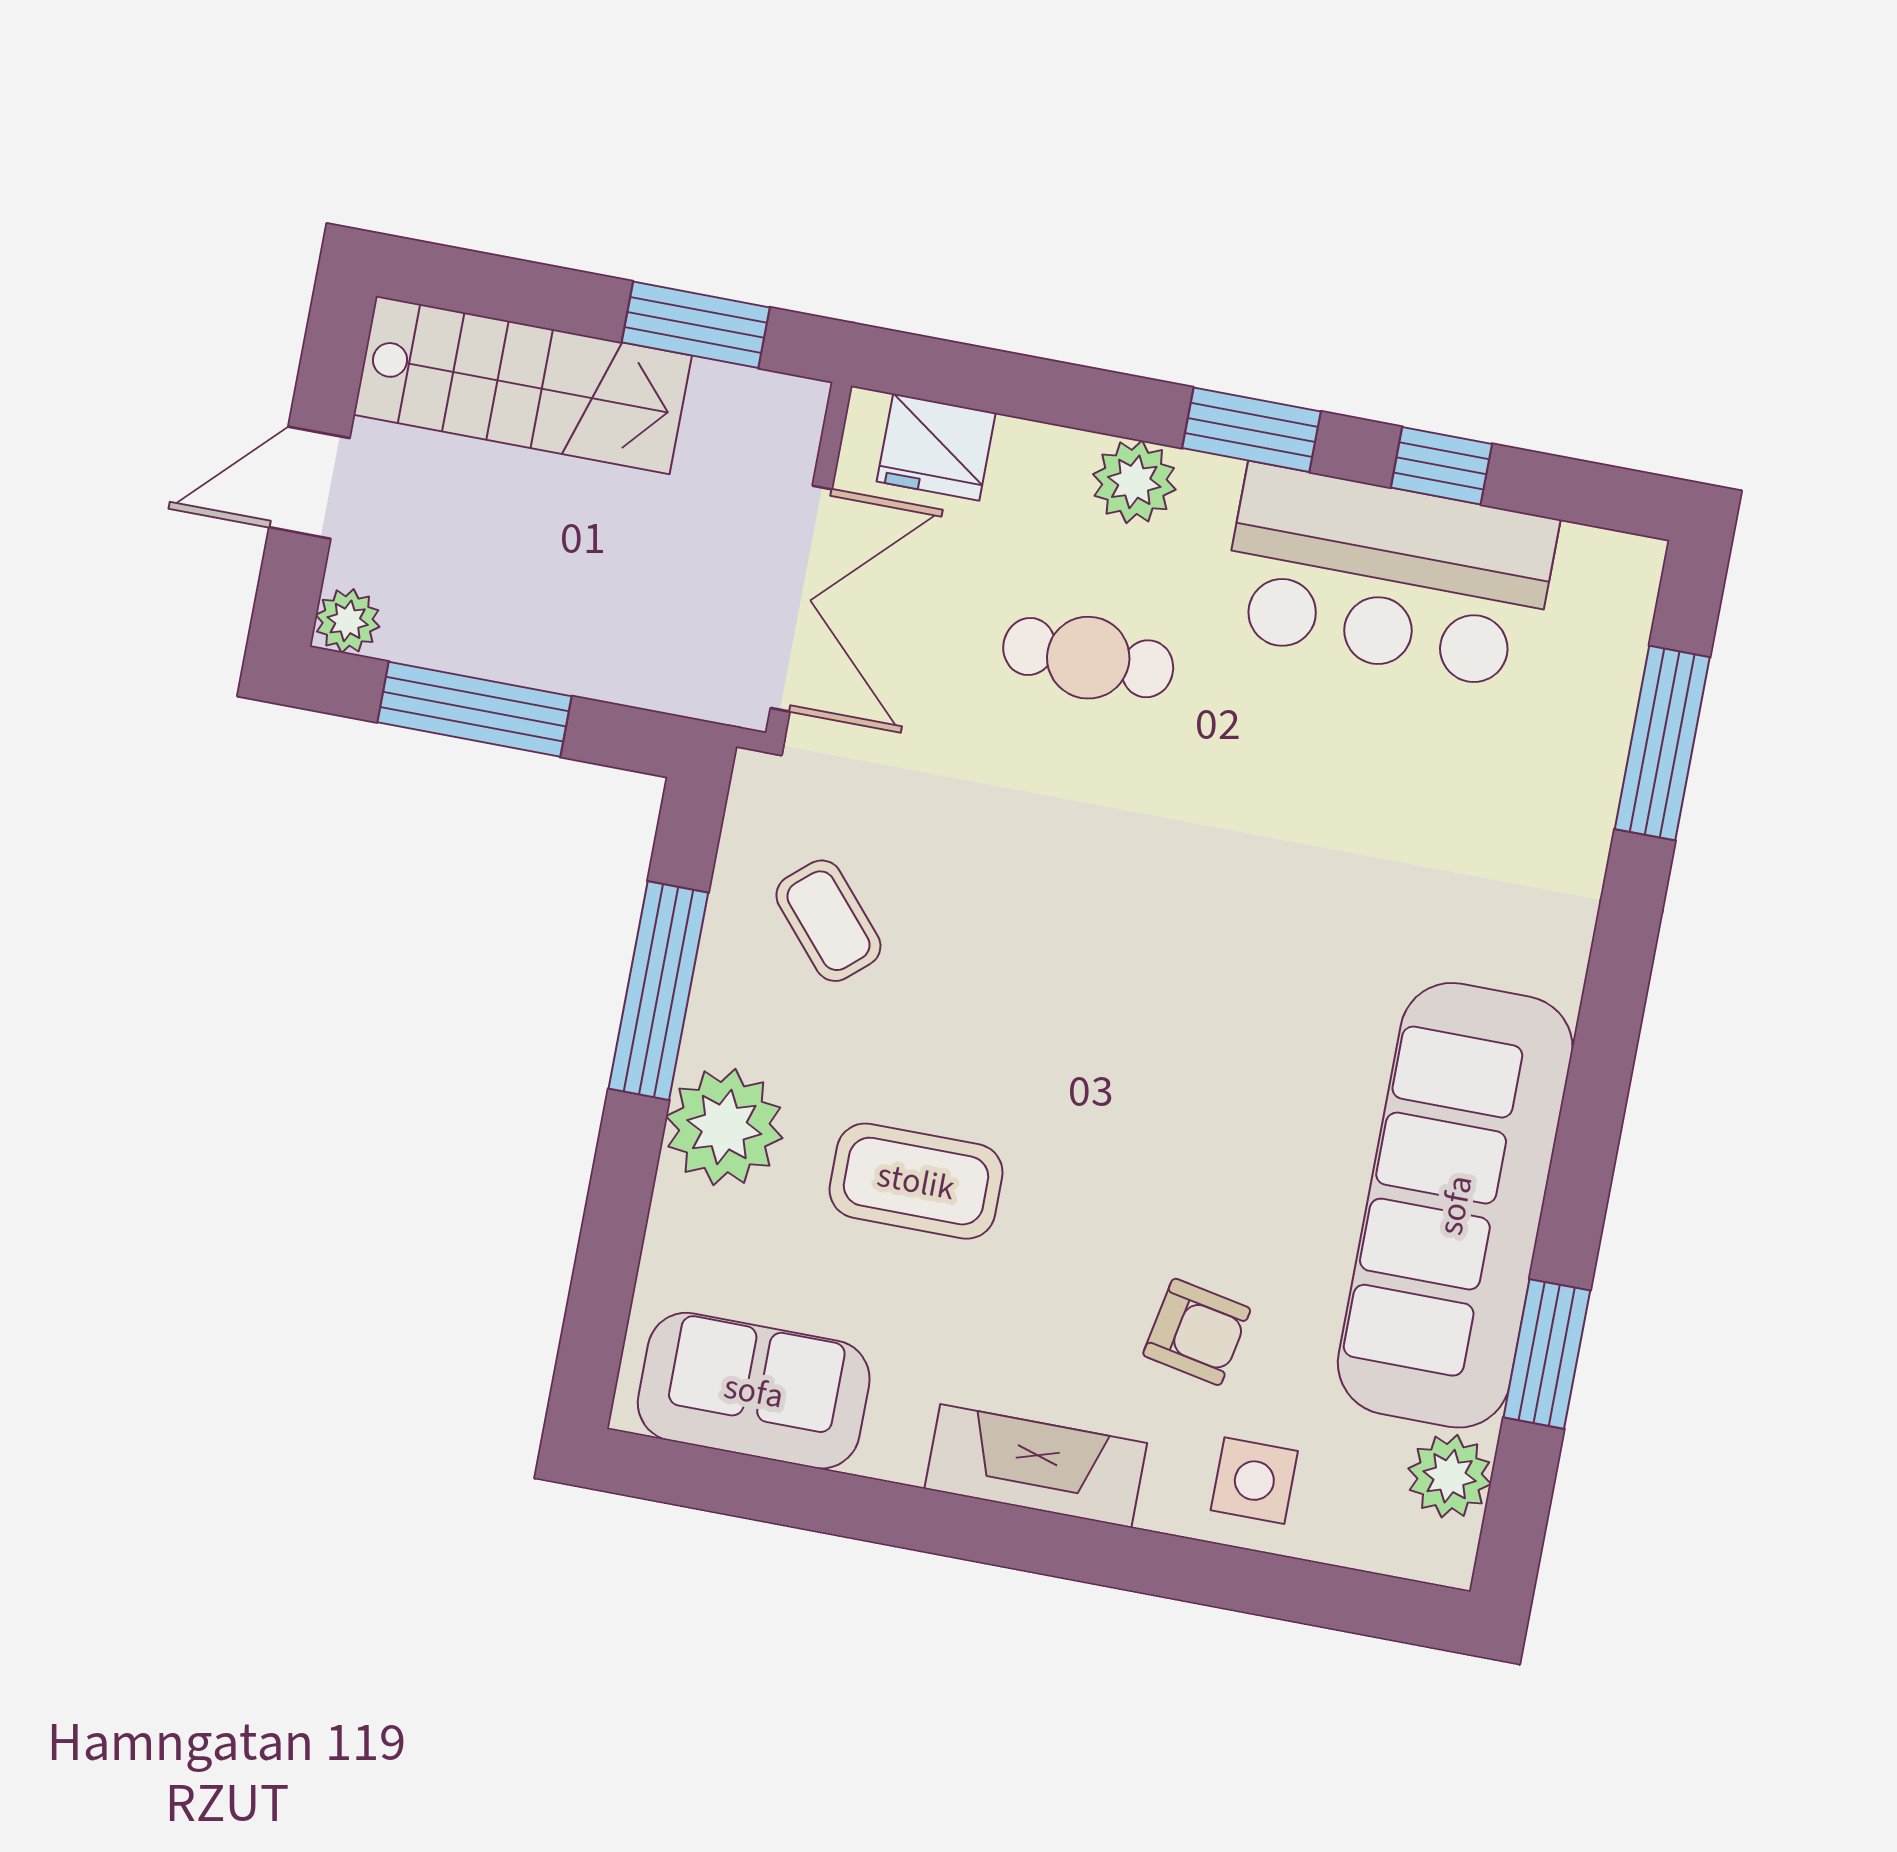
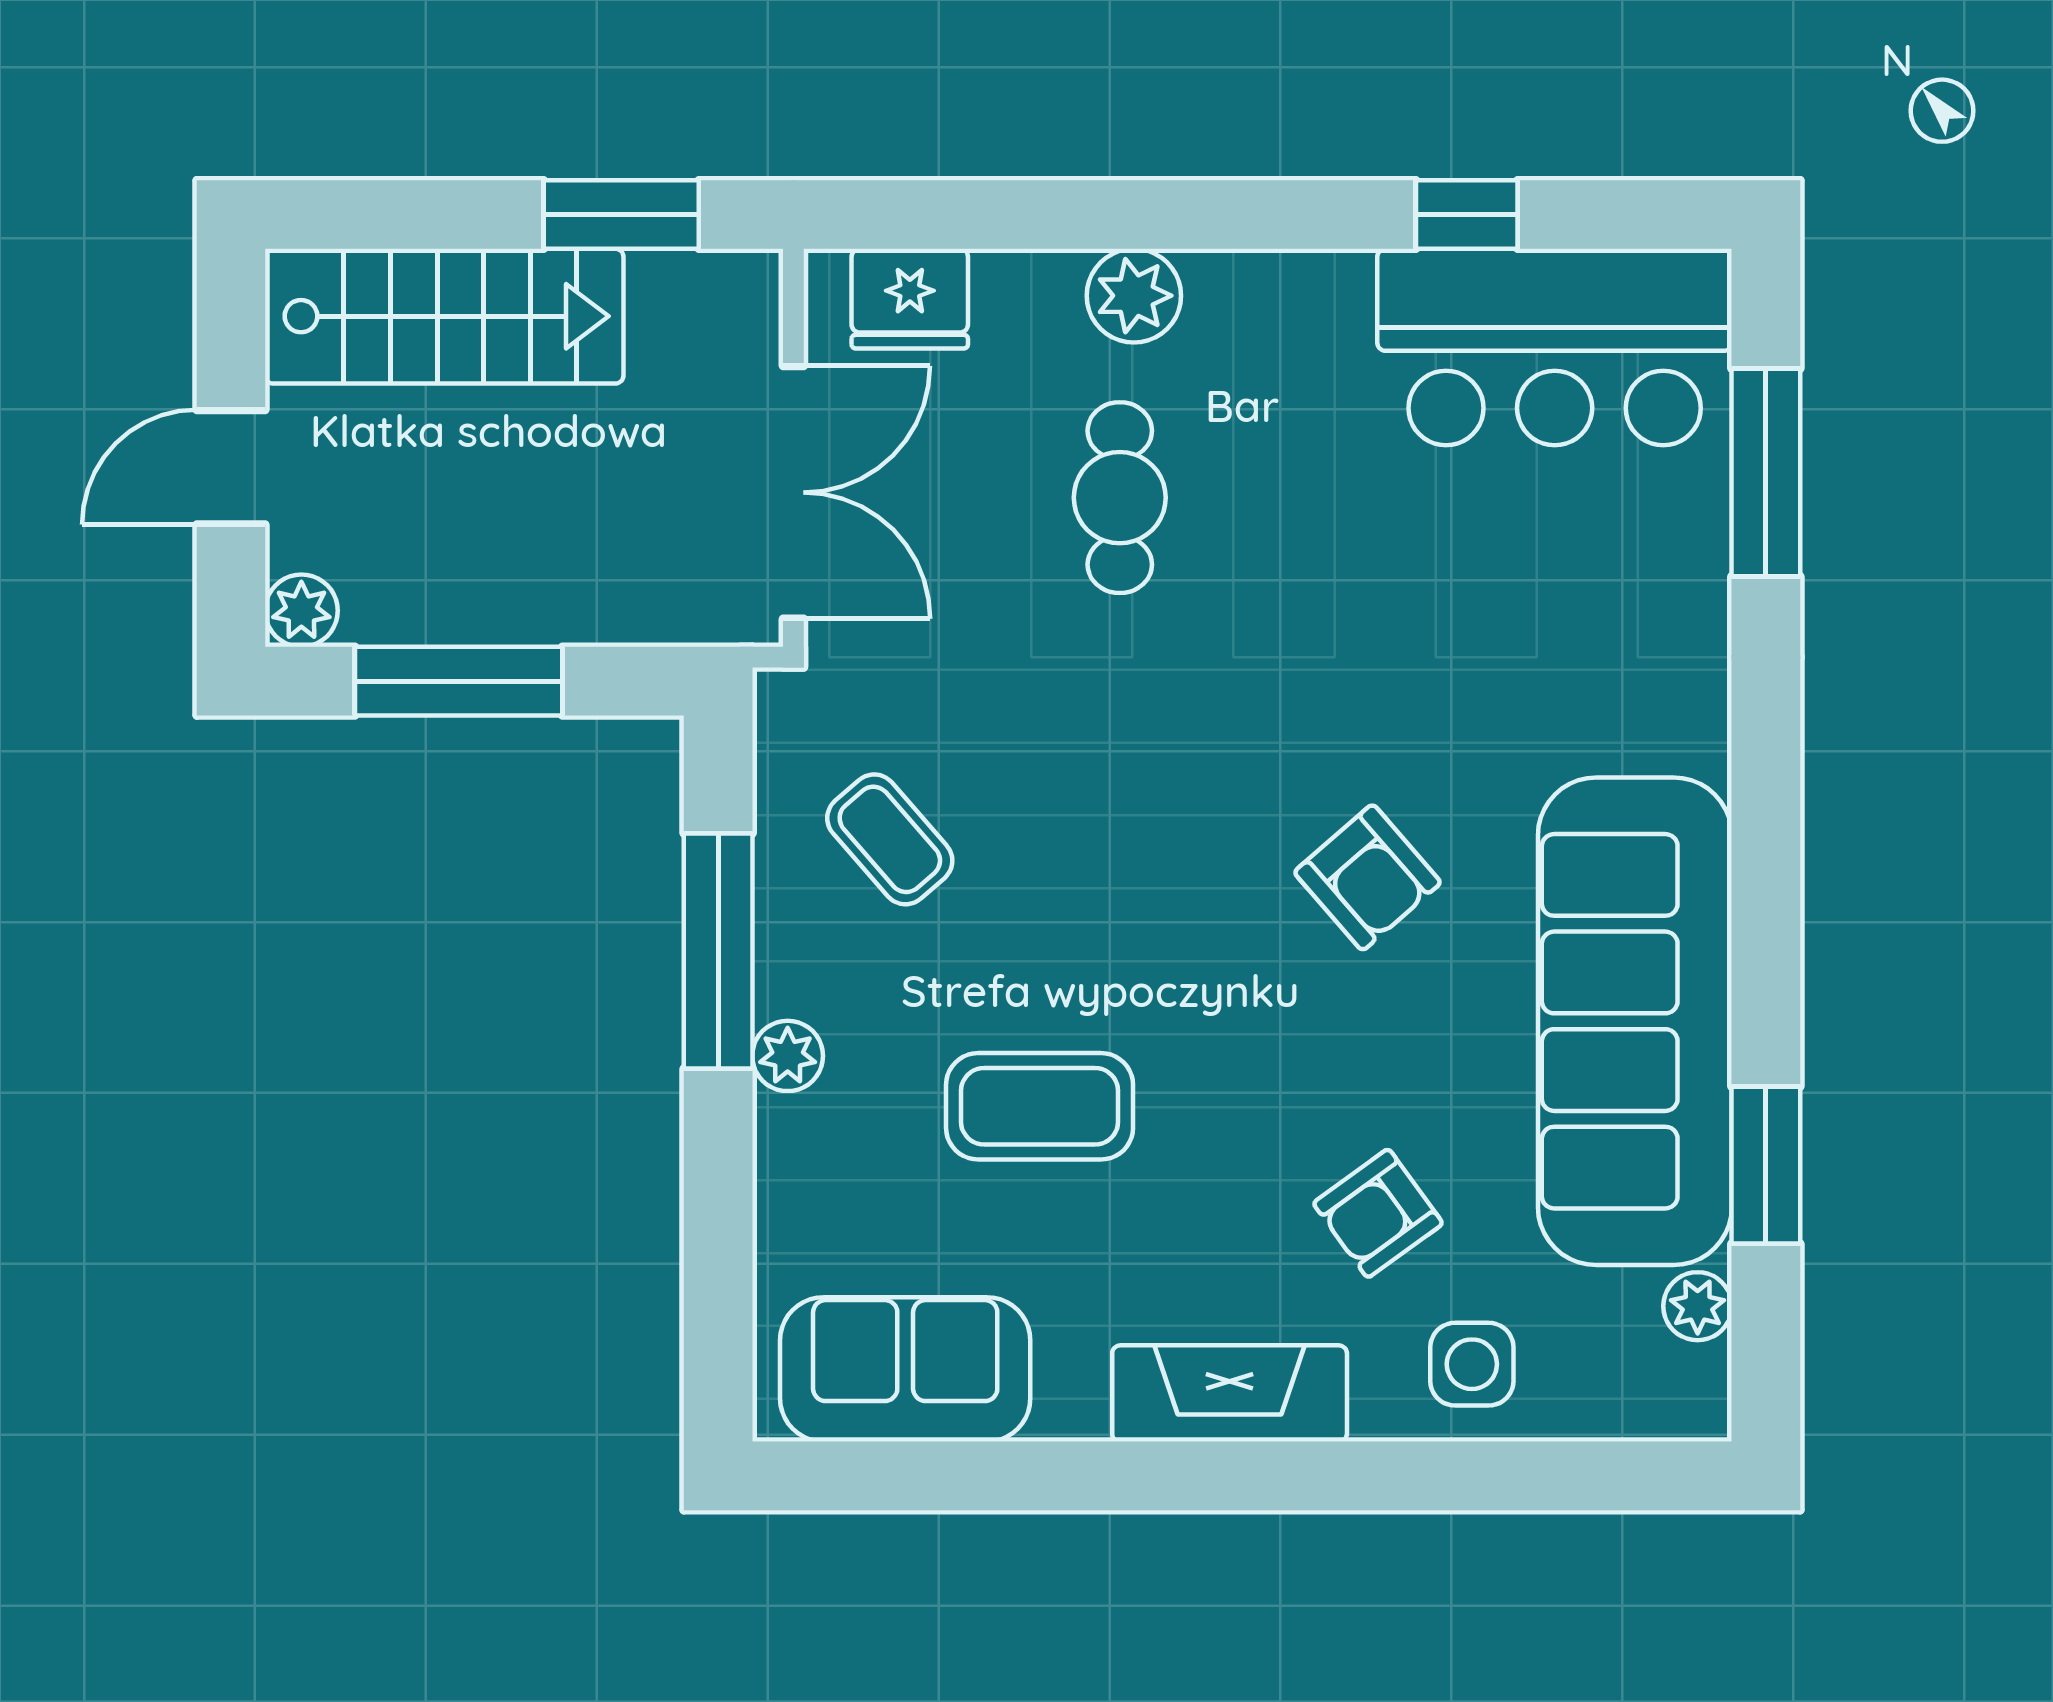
window: (1252, 430) -> (1251, 214), removed
bar counter: (1388, 577) -> (1555, 347), moved
cafe table: (1088, 658) -> (1120, 498), turned 90
armchair: (1243, 1034) -> (1367, 877), added
plant: (724, 1127) -> (788, 1056), width x0.53, depth x0.53
armchair: (1197, 1332) -> (1378, 1213), turned 133
plant: (1450, 1476) -> (1698, 1306), width x0.73, depth x0.73

